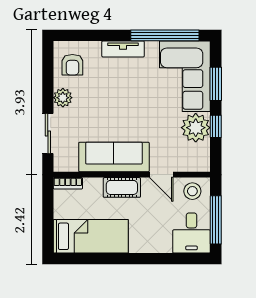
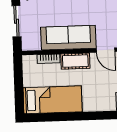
bookcase: (68, 183) -> (49, 59), moved

